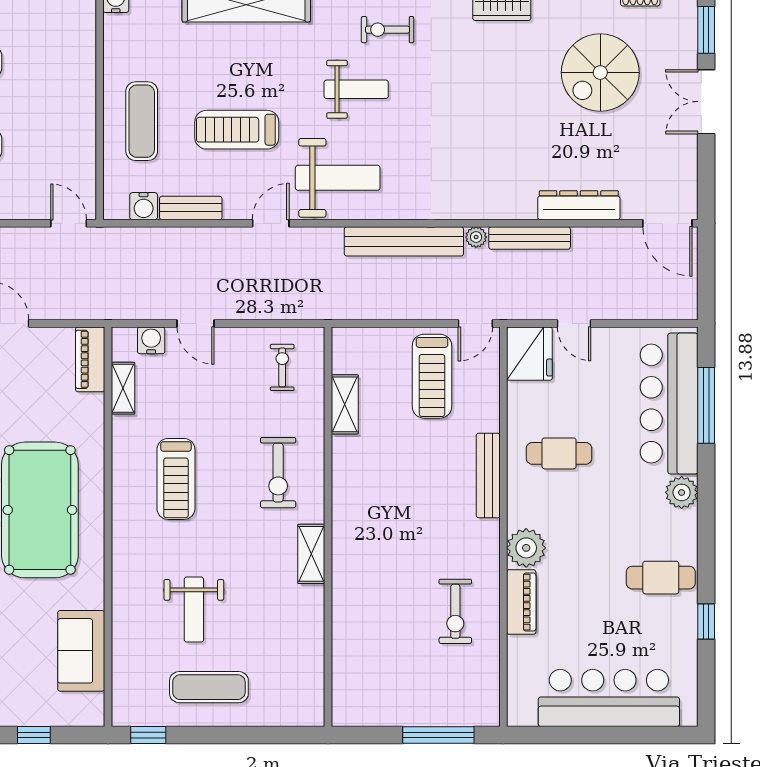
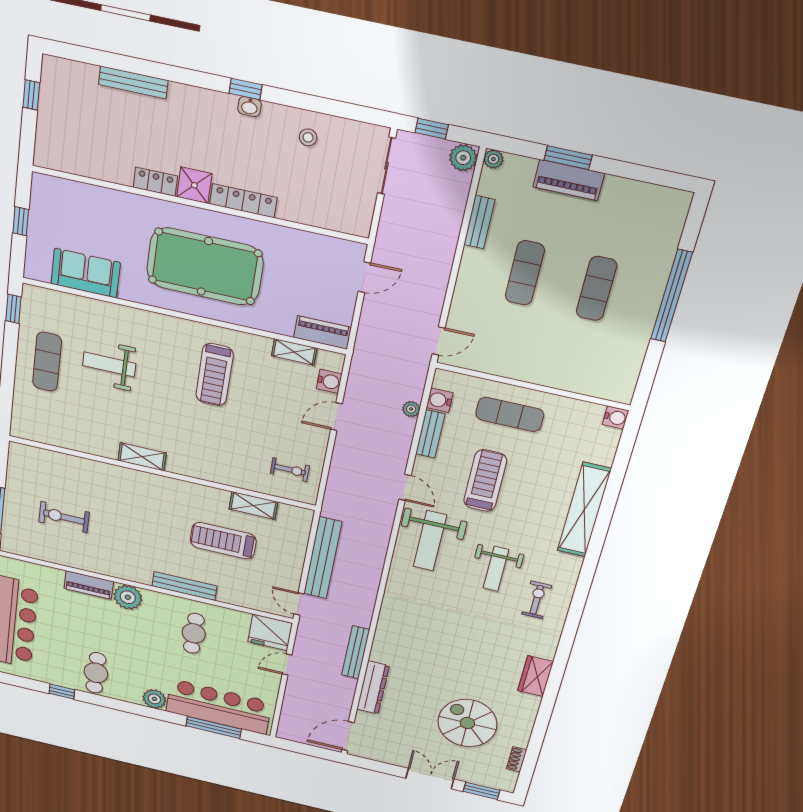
plant: (476, 237) -> (411, 409), moved
bench: (404, 241) -> (323, 558), moved
treadmill: (432, 376) -> (223, 541), moved
exercise bike: (278, 473) -> (208, 448), removed
treadmill: (176, 479) -> (215, 375), turned -90
exercise bike: (455, 611) -> (64, 517), moved

